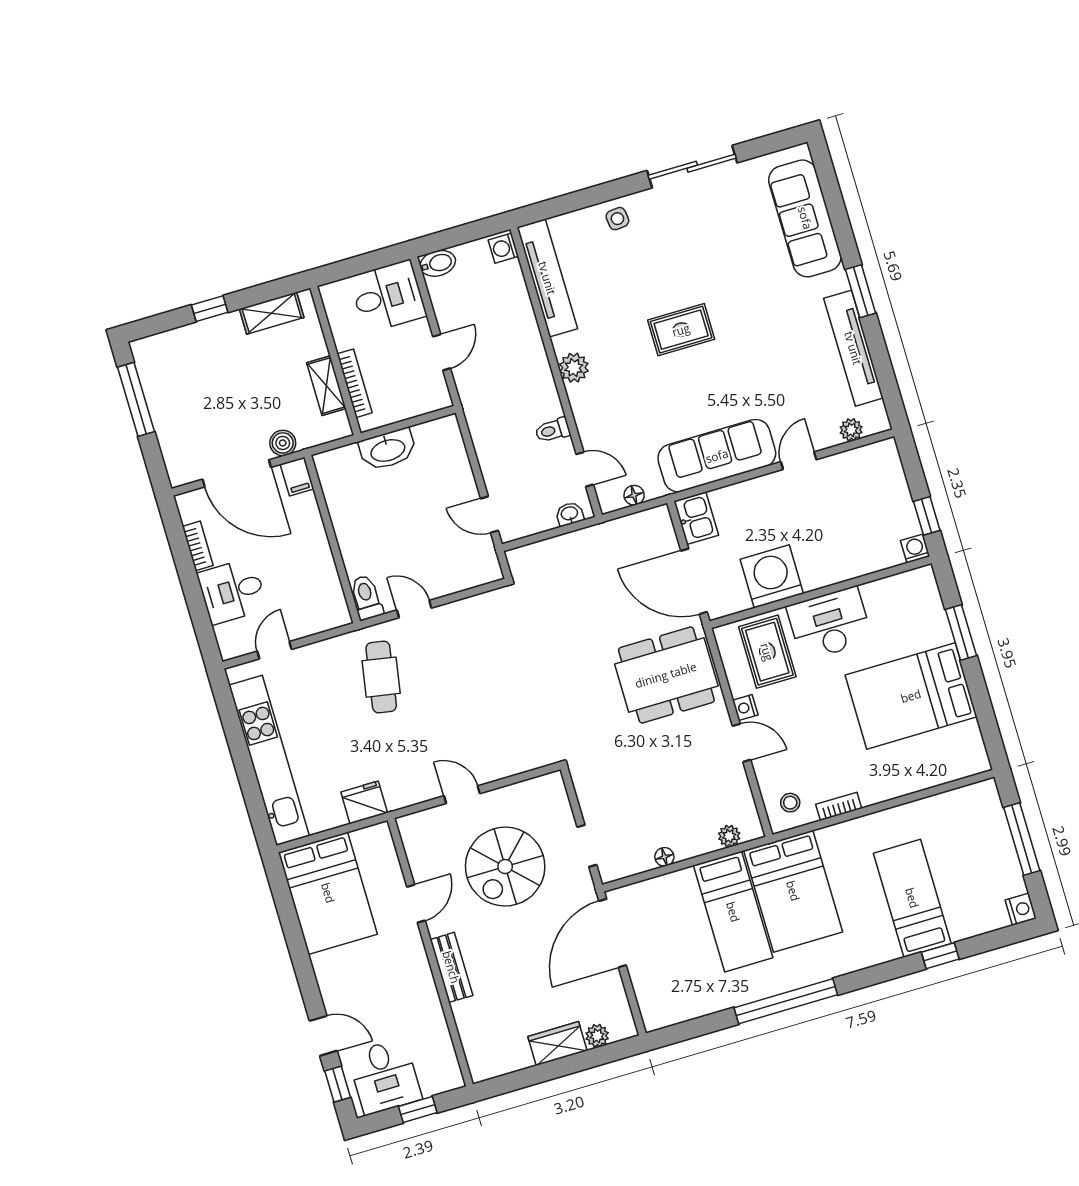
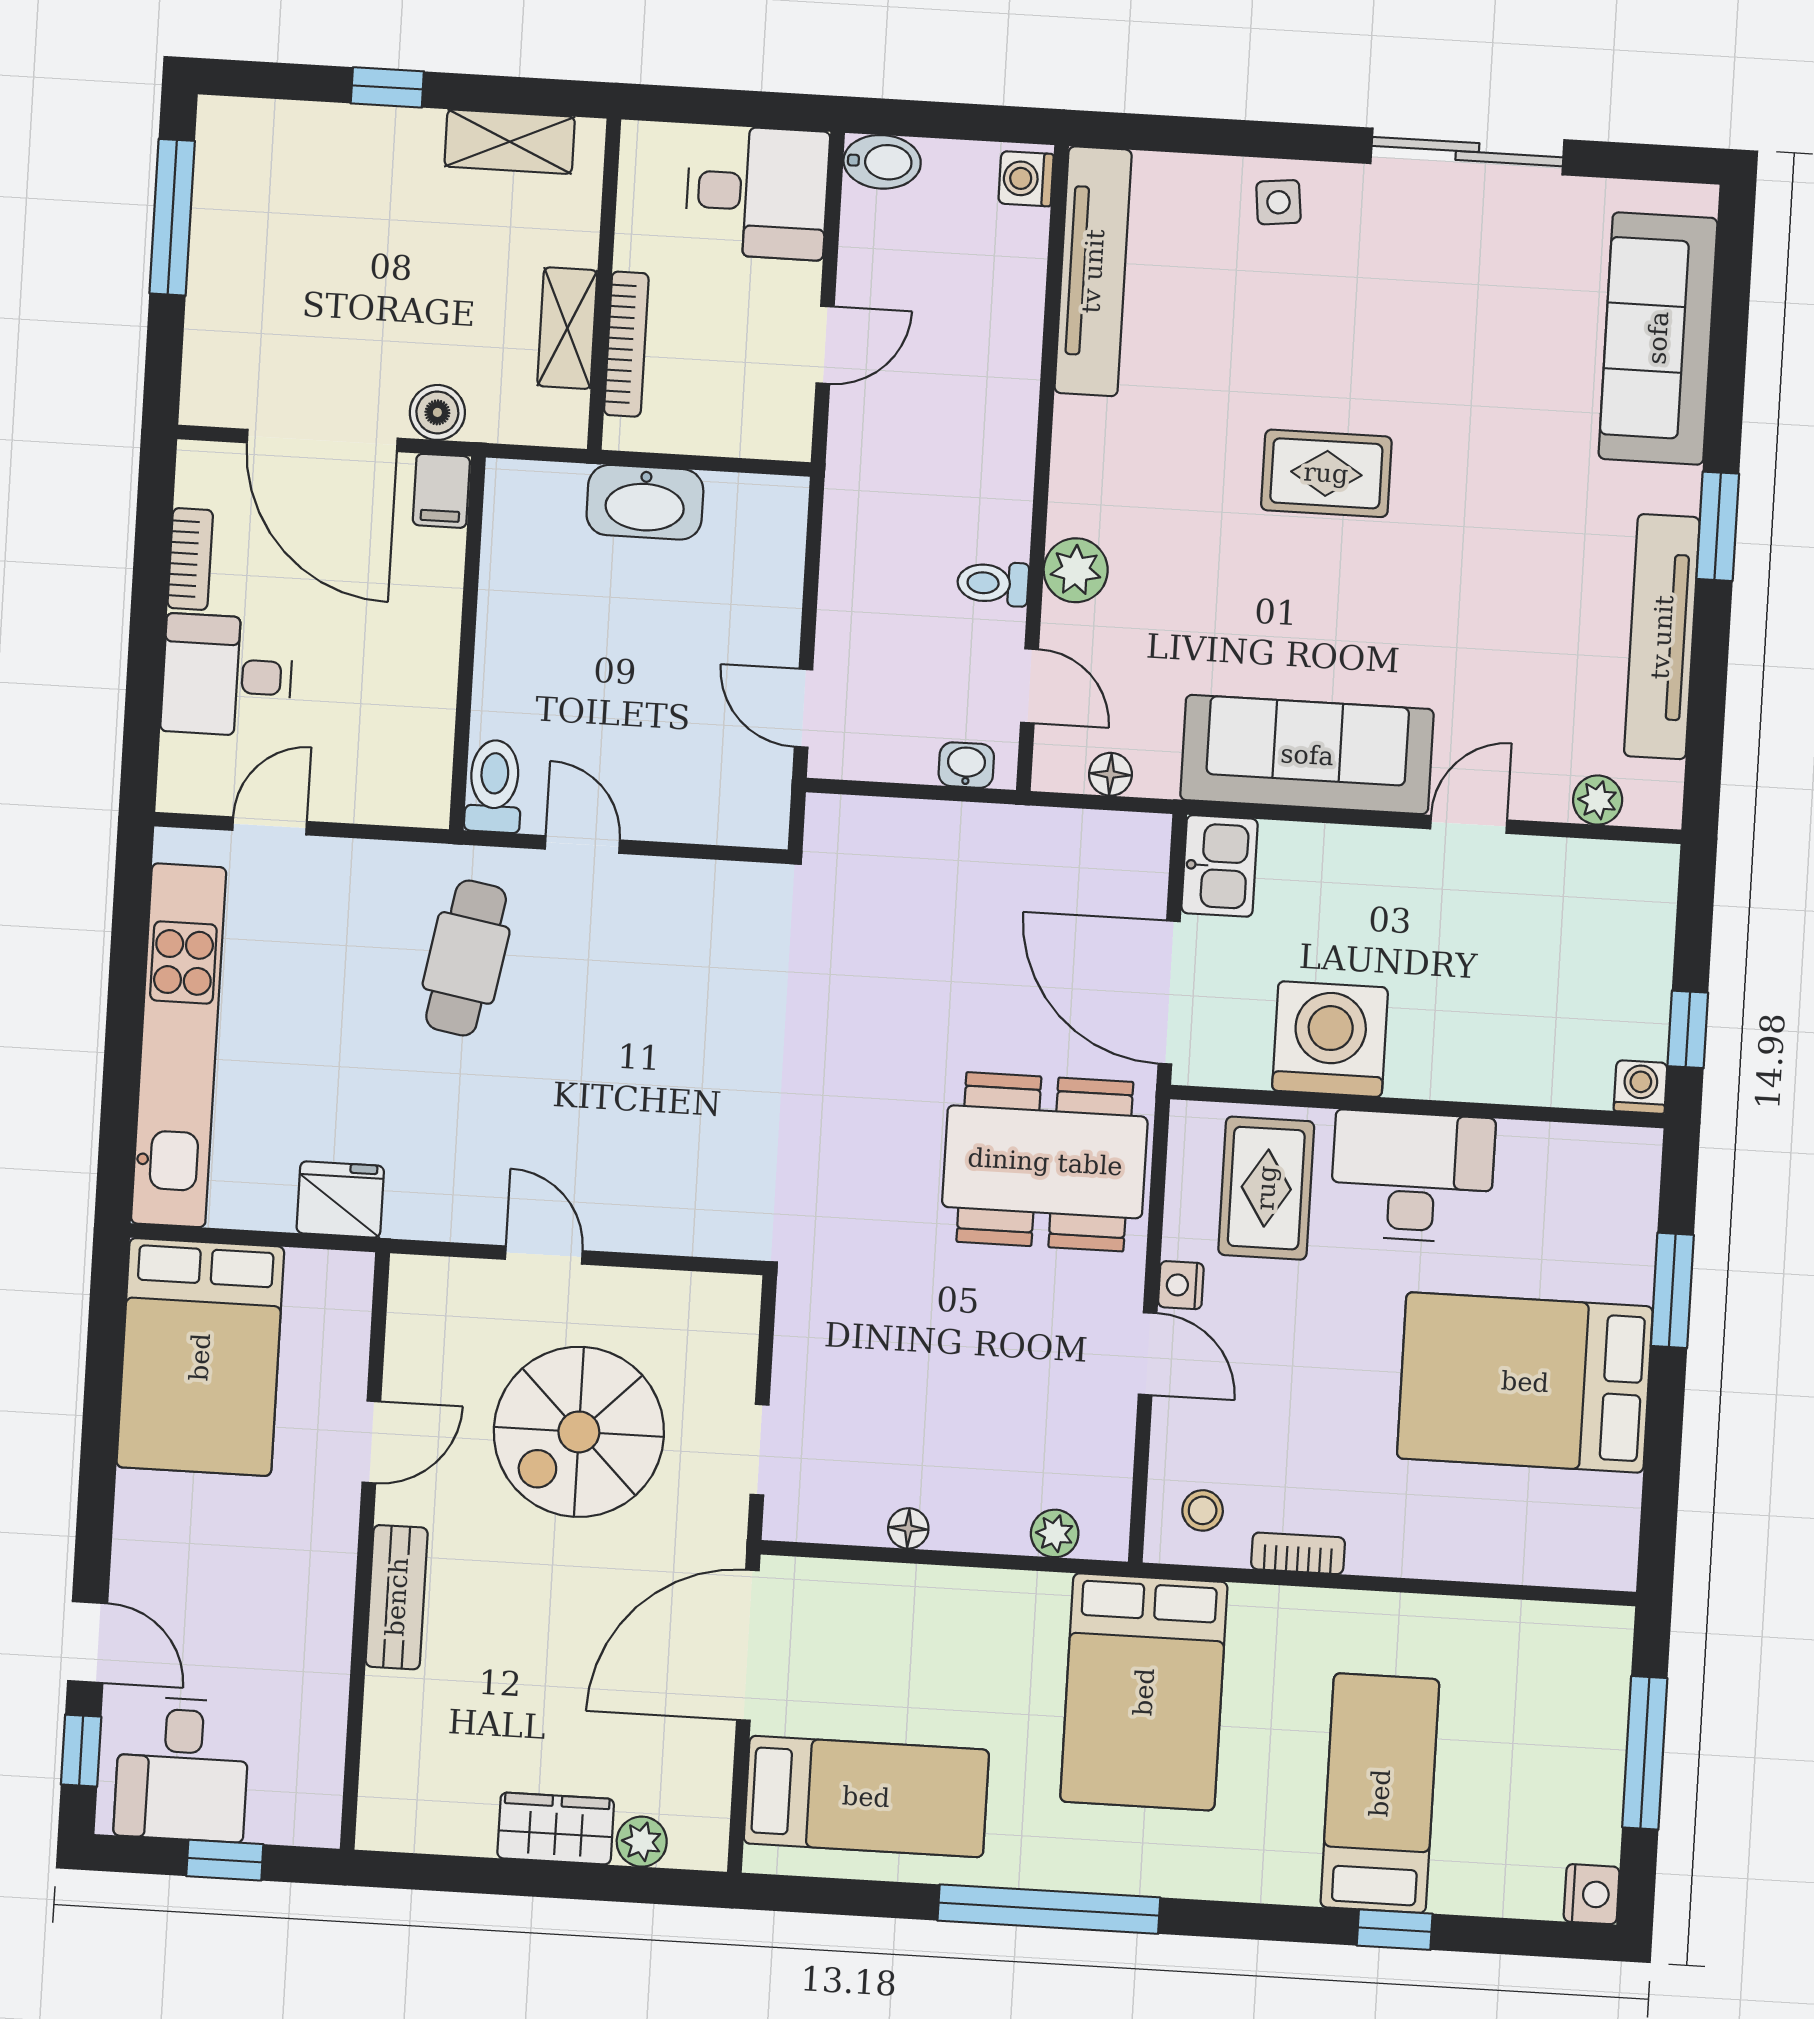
plant: (574, 368) -> (1076, 570), moved
bed: (733, 912) -> (866, 1797), moved, turned -90

